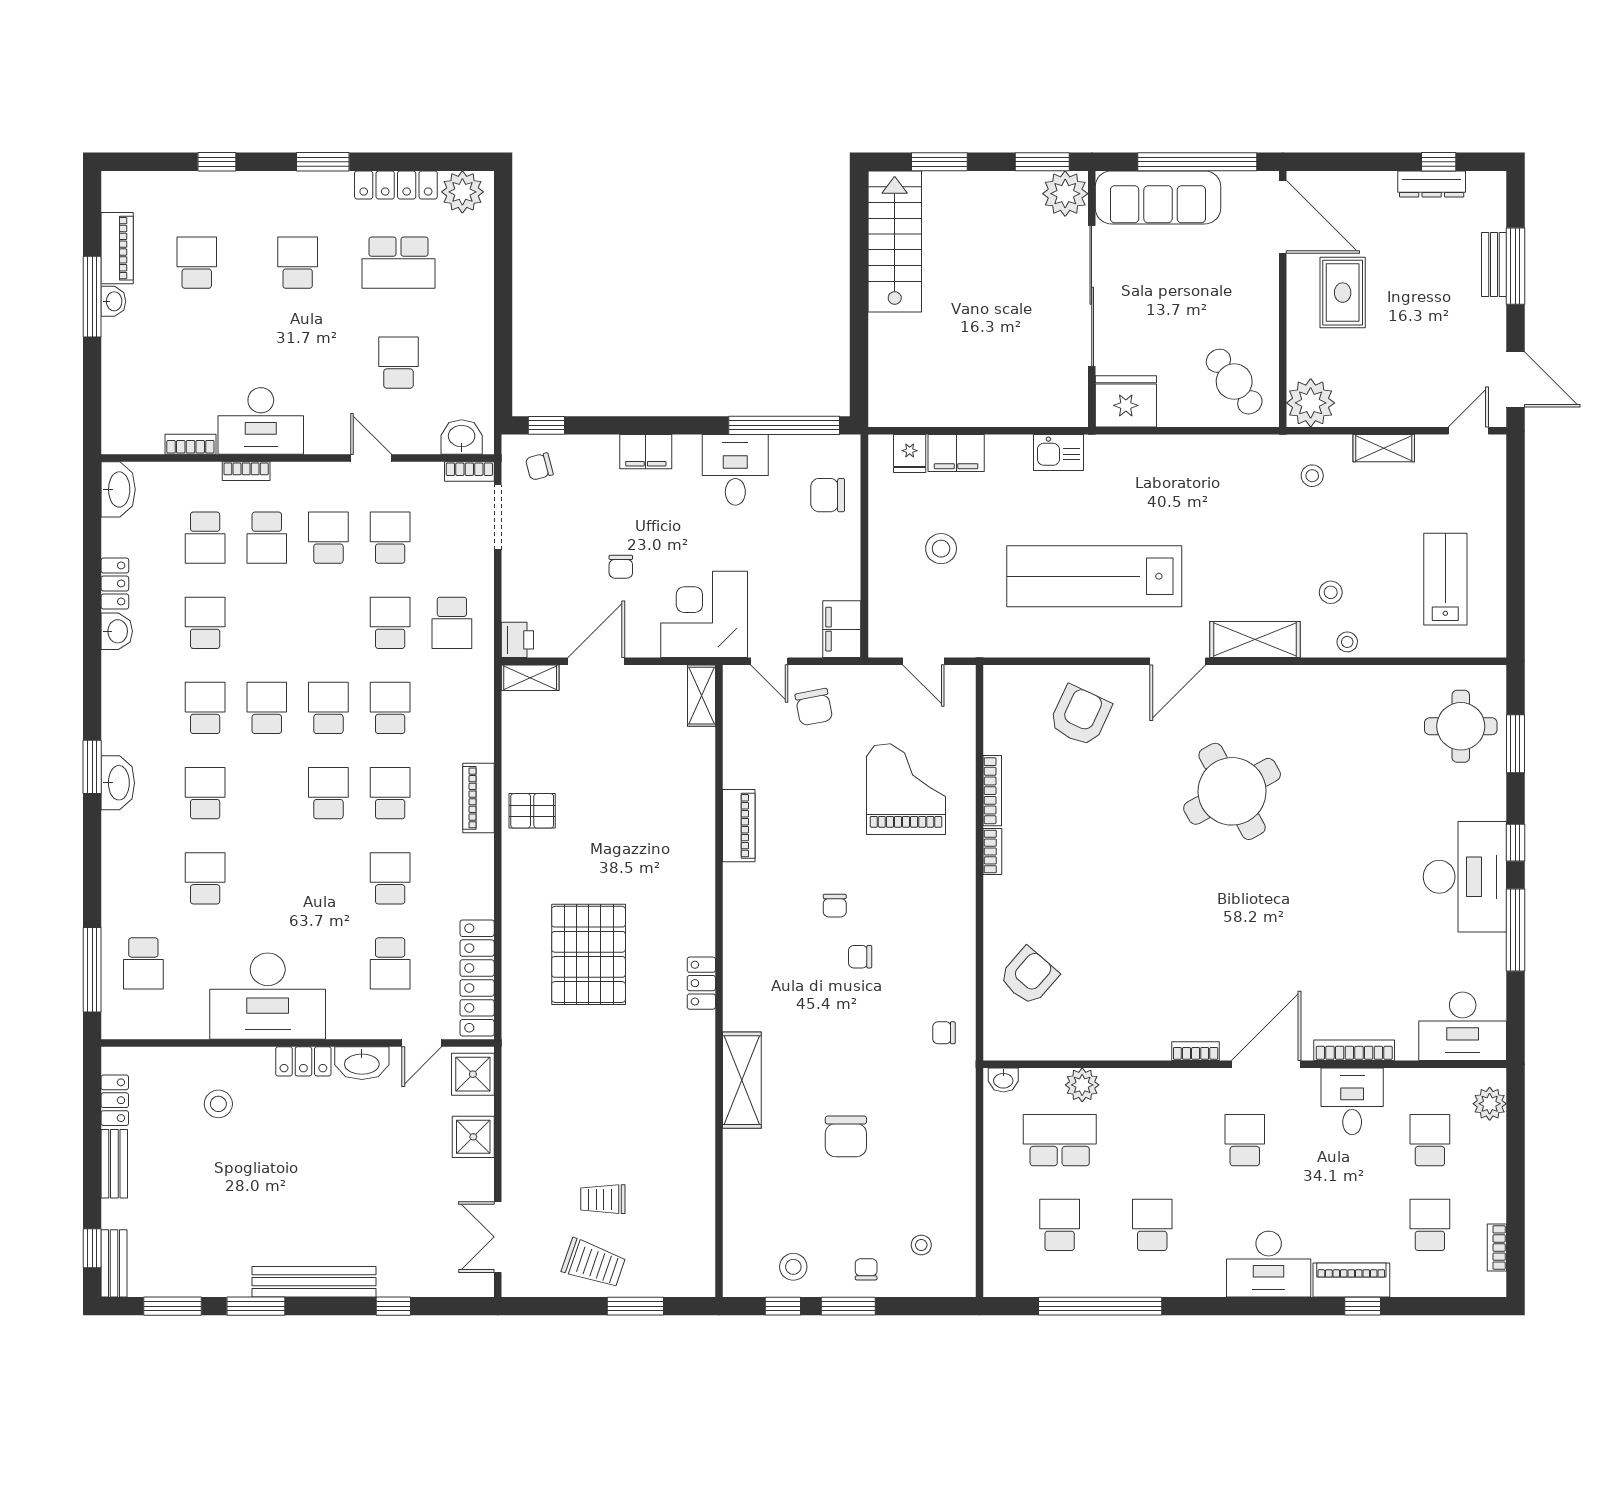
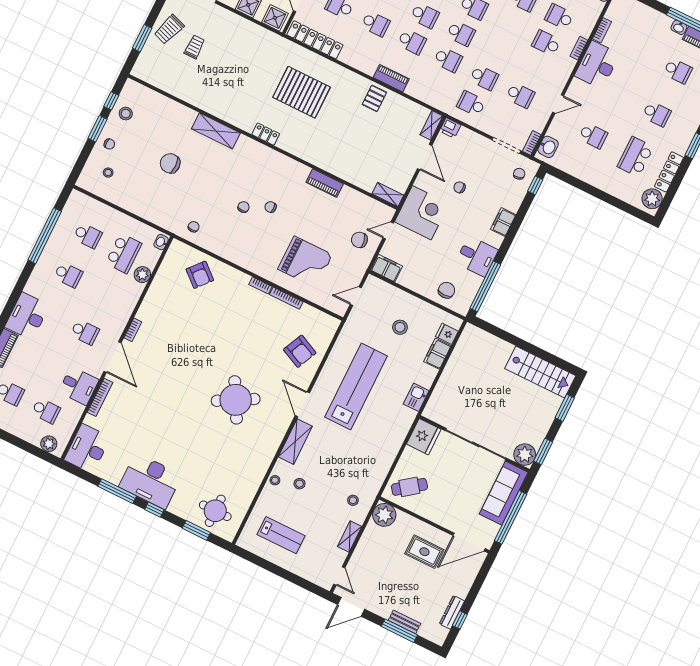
school desk: (328, 538) -> (533, 69), removed

